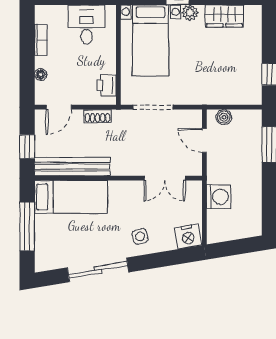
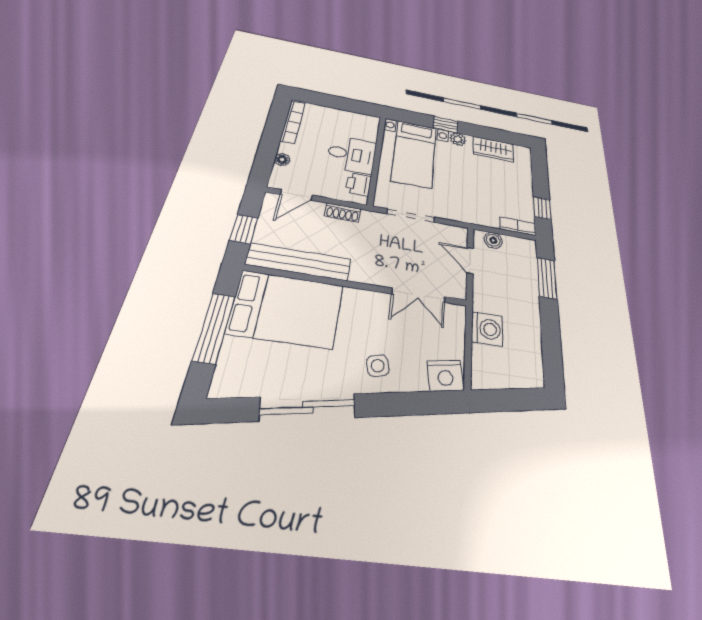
desk: (87, 25) -> (352, 155), moved, turned 90
bookcase: (41, 40) -> (293, 122), width x1.56
bookcase: (246, 99) -> (518, 226), added
bed: (71, 197) -> (286, 309), width x1.50

